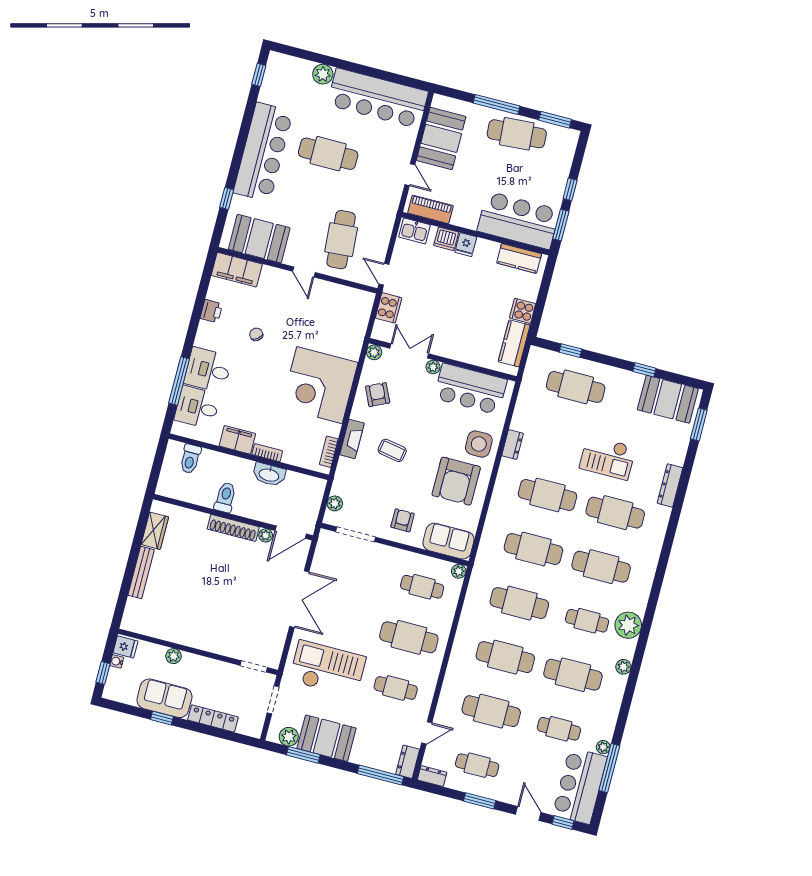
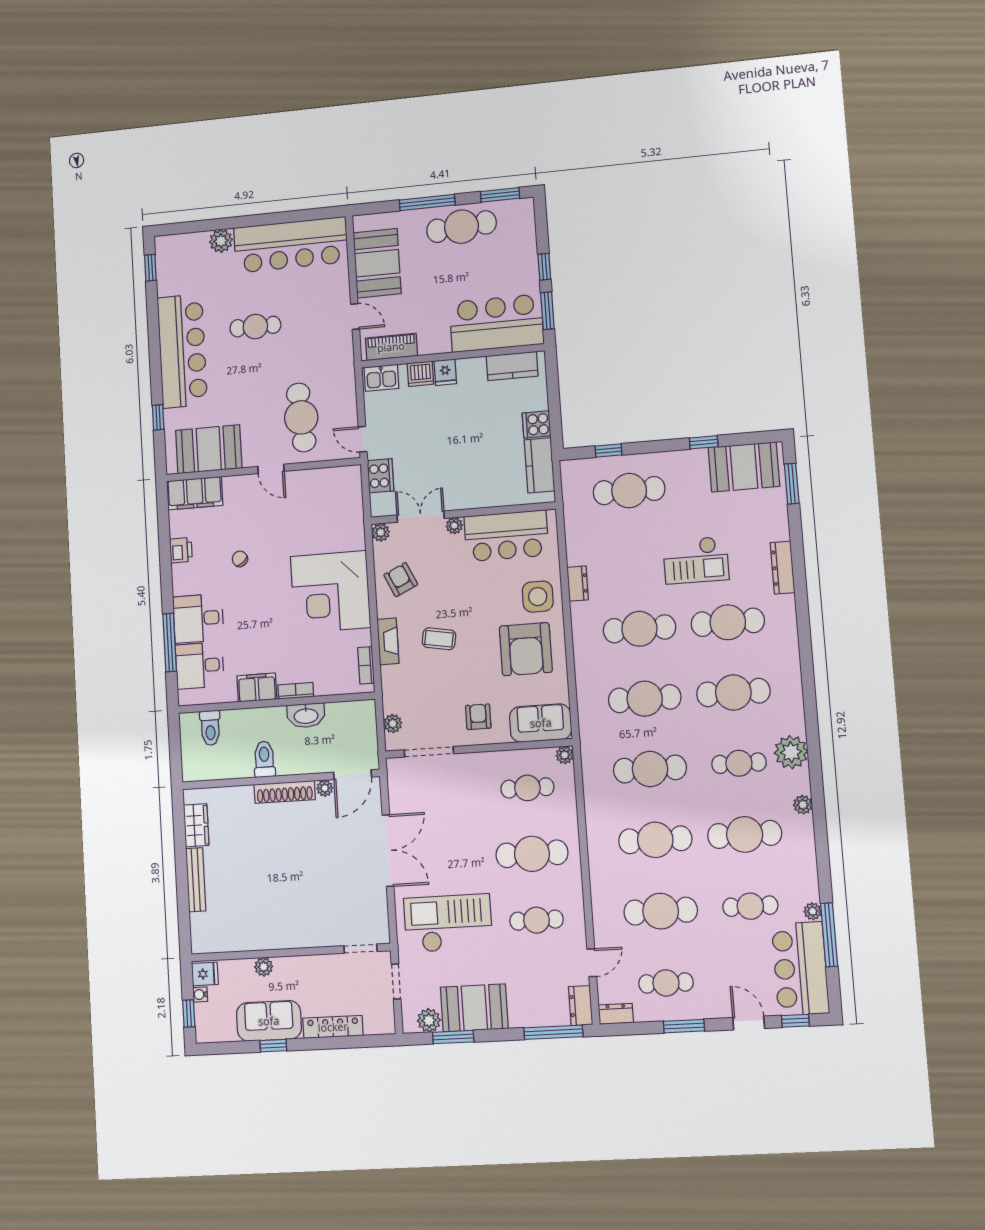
cafe table: (328, 154) -> (255, 327), width x0.73, depth x0.74

